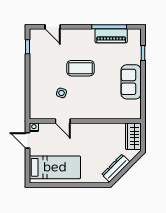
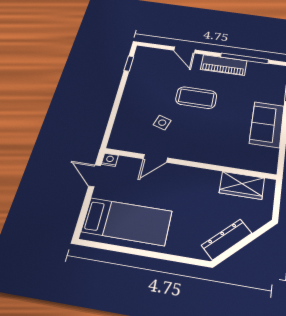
door: (53, 27) -> (184, 50), moved
piano: (111, 36) -> (224, 65), moved
door: (63, 121) -> (155, 158), hinge flipped
wardrobe: (133, 136) -> (242, 185), moved, turned -90

